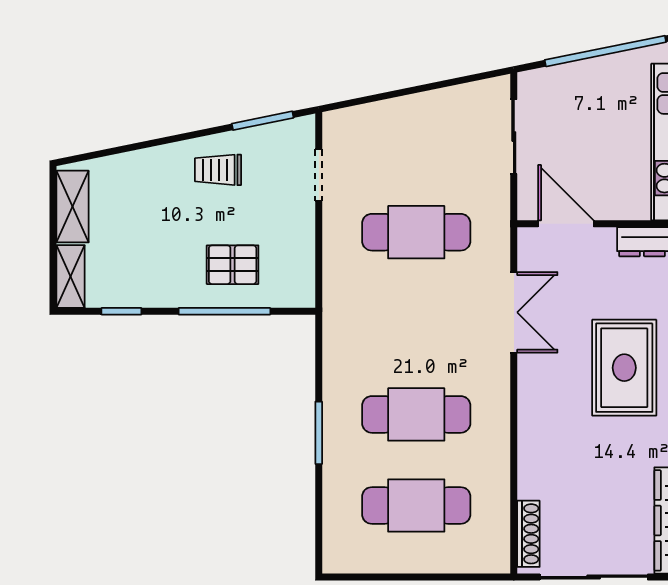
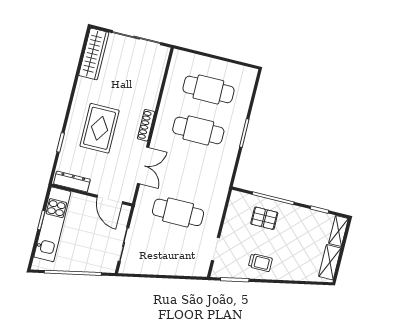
double door: (514, 312) -> (143, 165), swing flipped
shoe rack: (528, 534) -> (146, 125), moved

